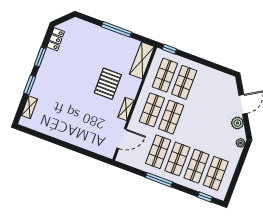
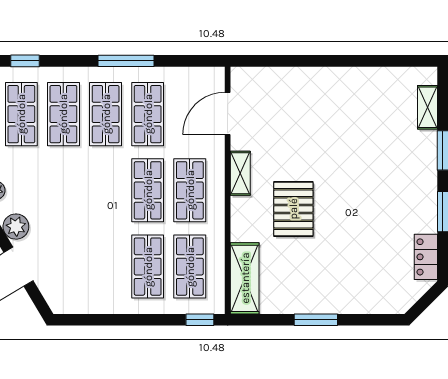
window: (116, 29) -> (316, 320), width x0.69

